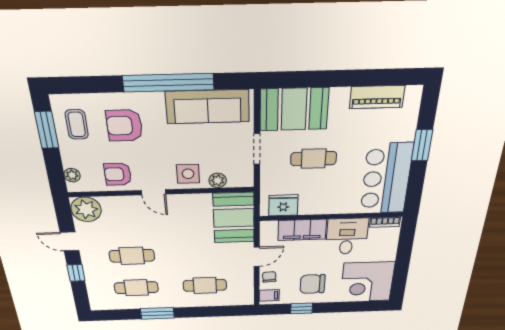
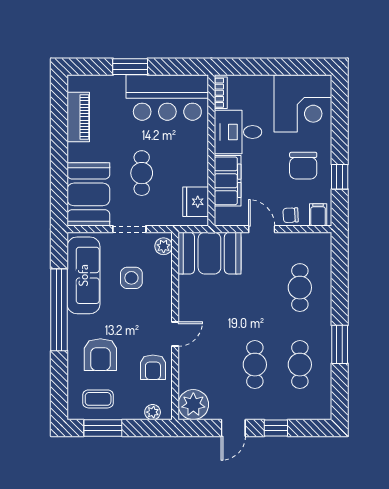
side table: (188, 174) -> (131, 278), moved
plant: (218, 180) -> (164, 246), moved

